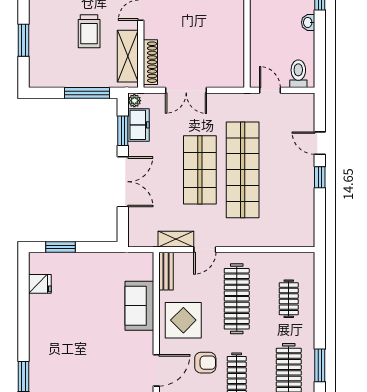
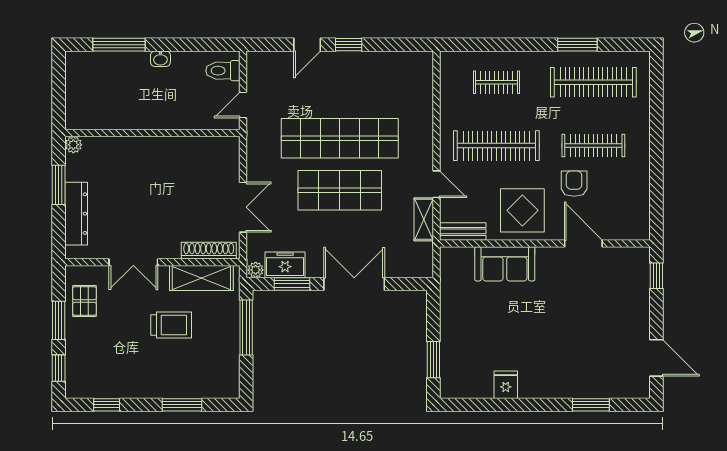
fridge: (40, 284) -> (506, 385), moved

